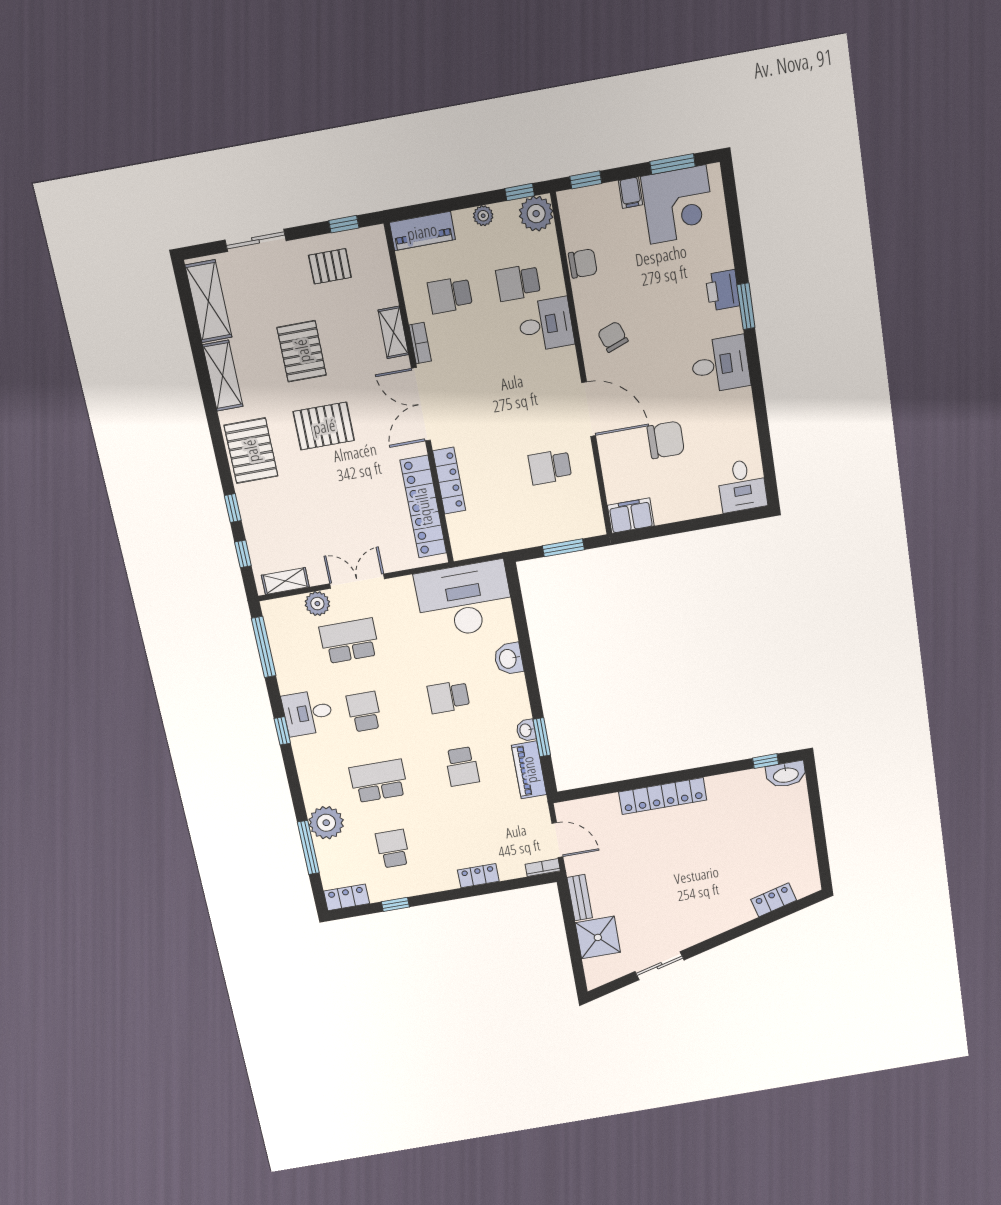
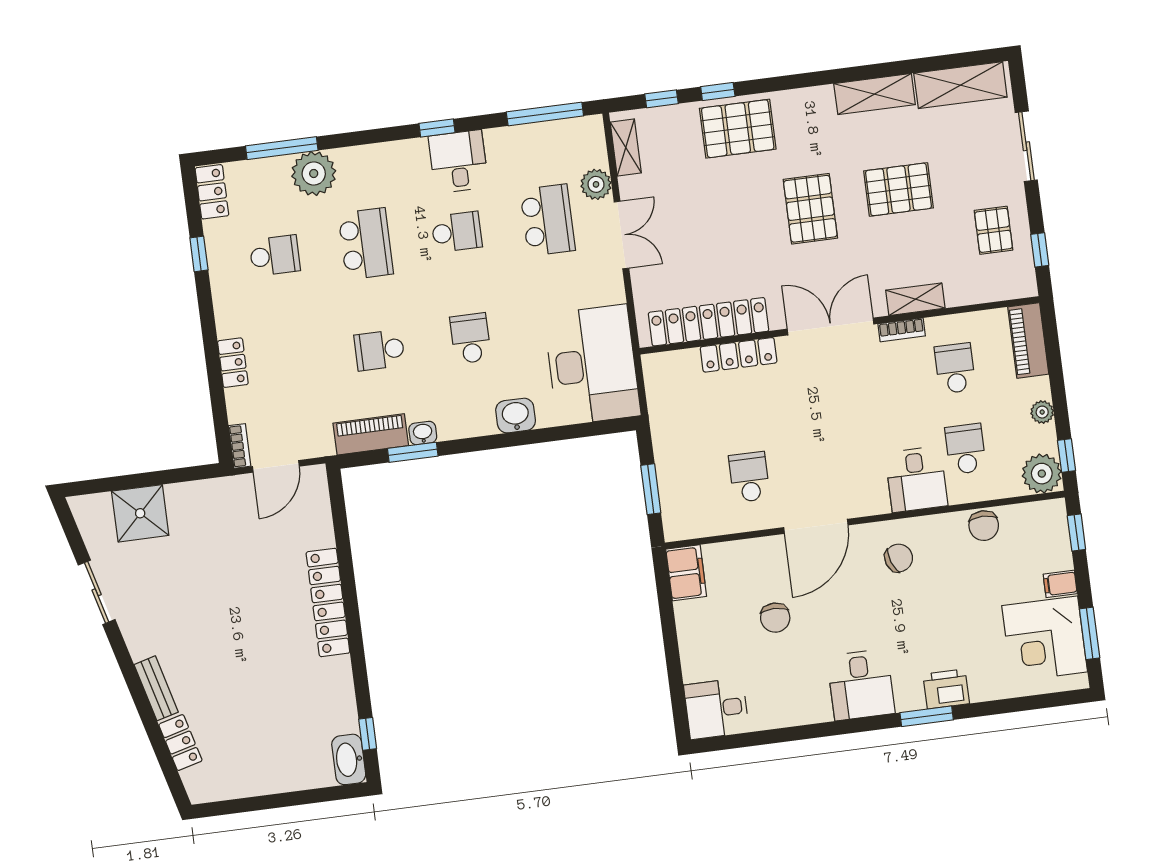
chair: (666, 440) -> (775, 618), width x0.73, depth x0.73
pallet: (251, 451) -> (738, 129), moved
bench: (580, 898) -> (156, 688), moved, turned 75

